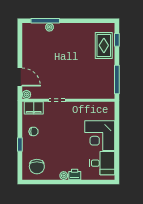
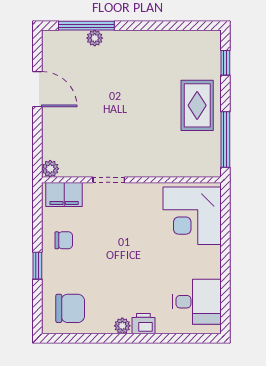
rug: (104, 45) -> (197, 105), moved
door: (20, 77) -> (37, 89), moved
corner desk: (100, 136) -> (192, 216), moved
chair: (37, 167) -> (70, 308), turned -90

